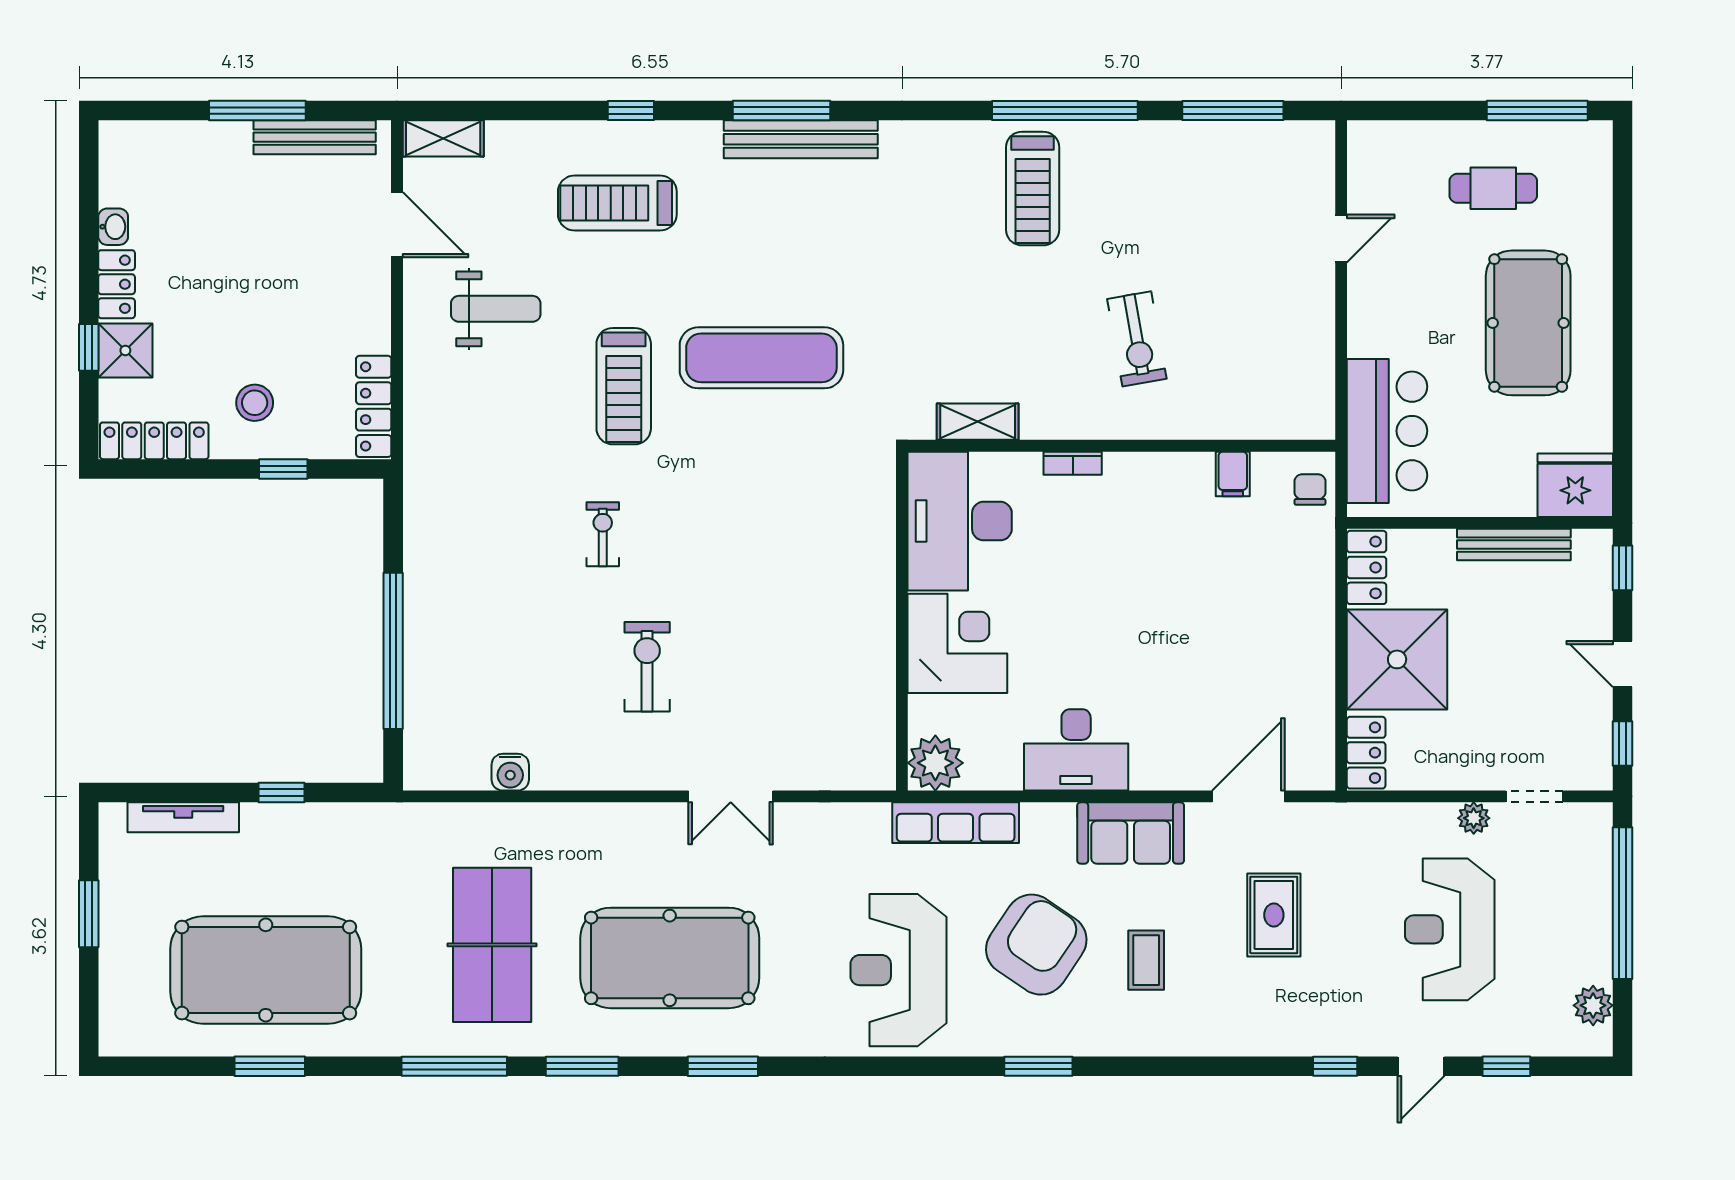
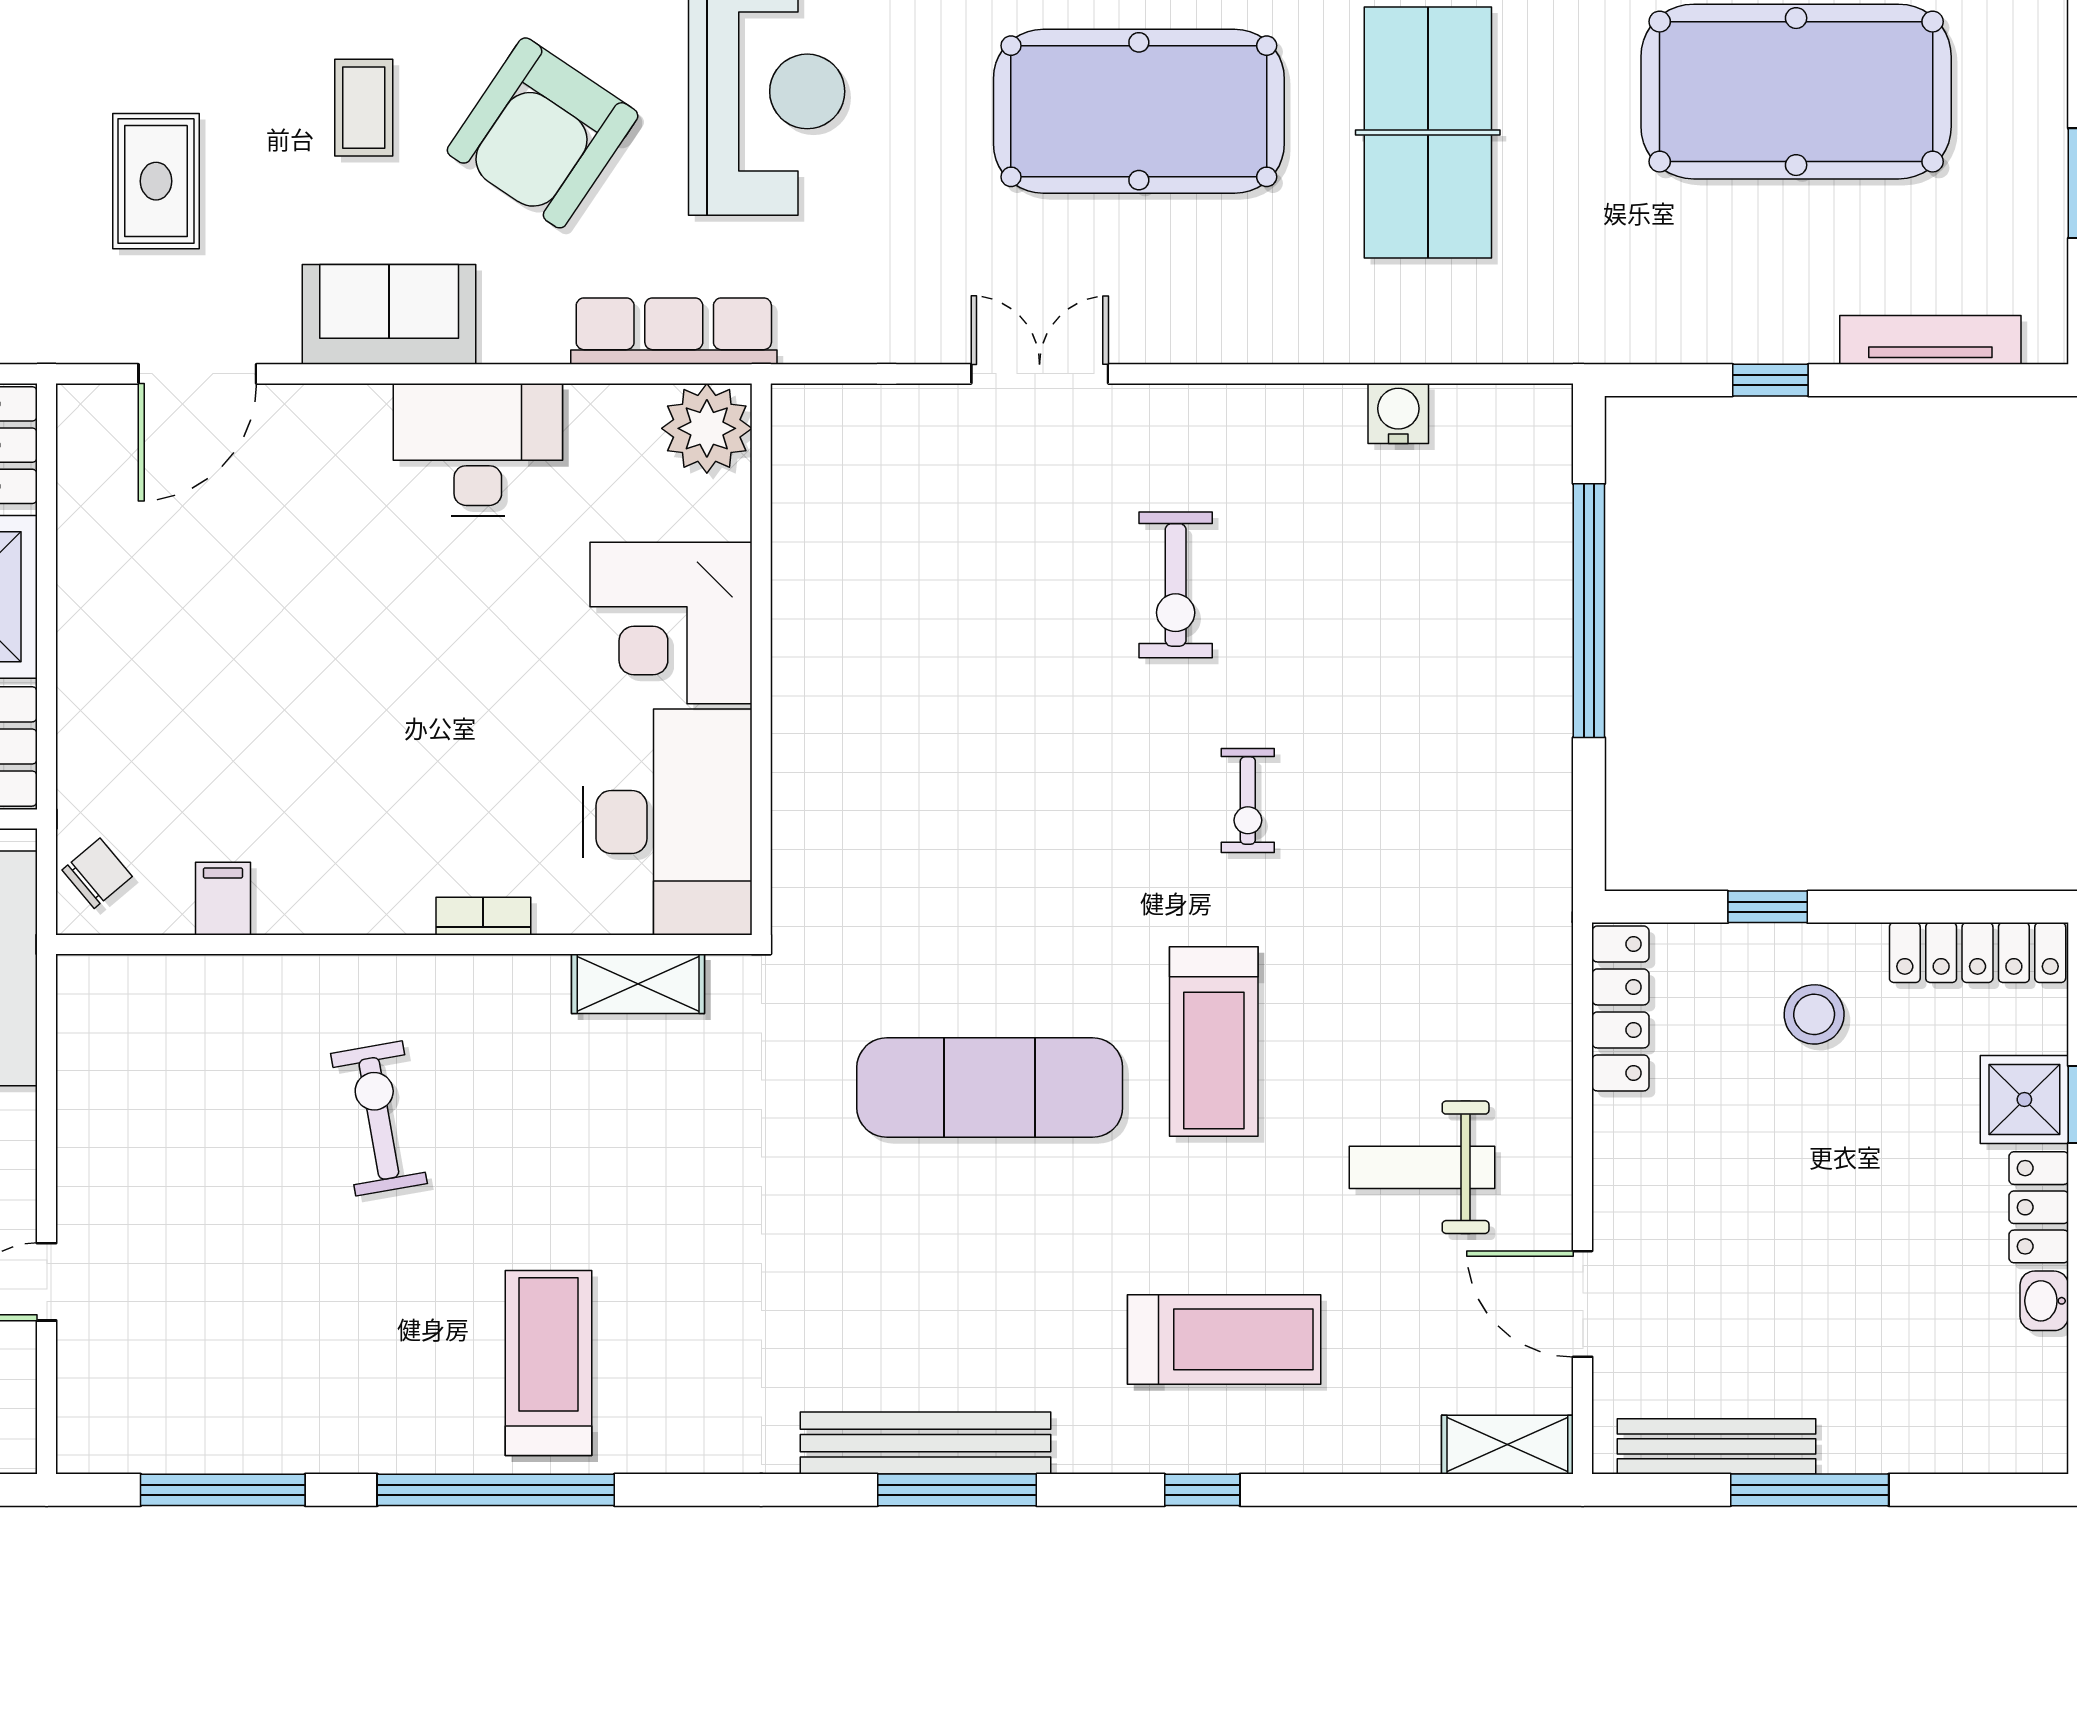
treadmill: (624, 386) -> (1214, 1041), turned 180
chair: (1310, 490) -> (97, 873), turned -130

